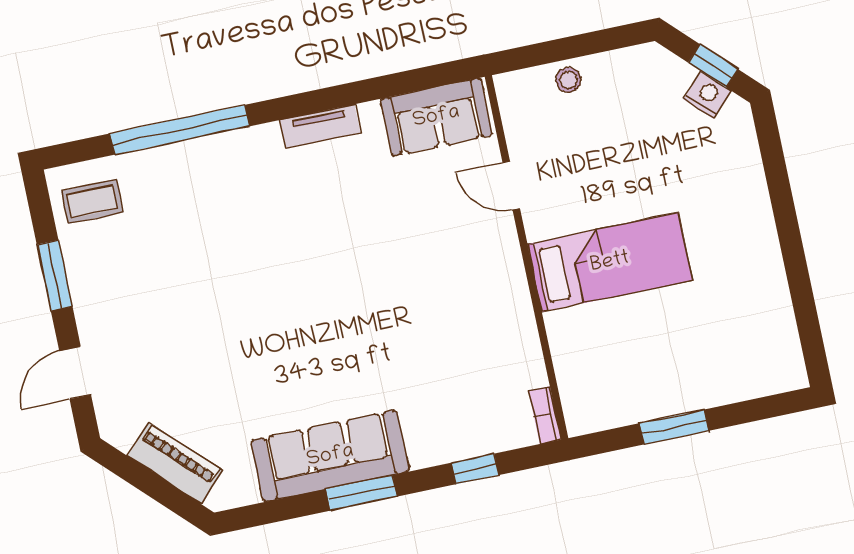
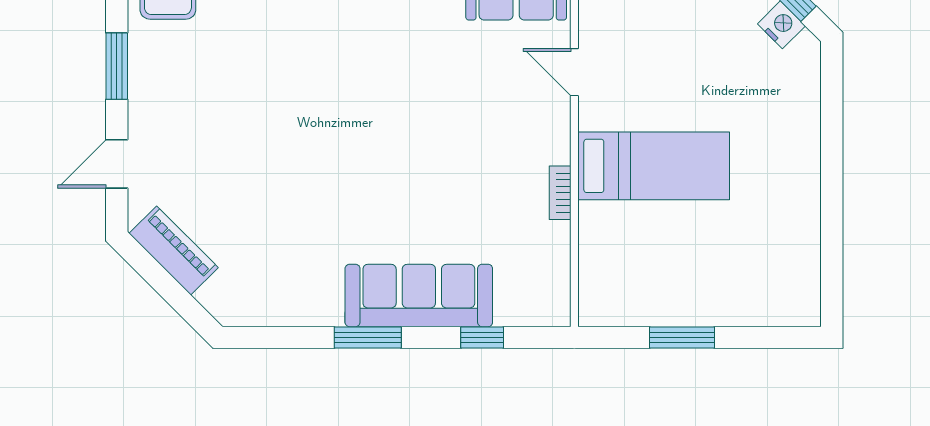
bookcase: (545, 415) -> (560, 193), moved
sofa: (330, 456) -> (419, 295), moved
piano: (175, 463) -> (174, 250), moved

